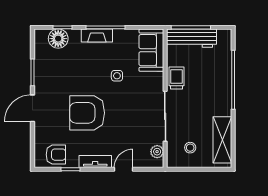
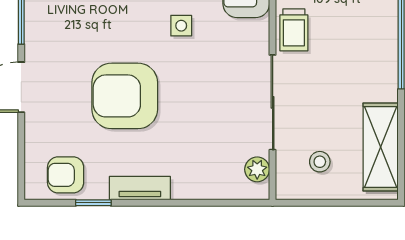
trolley: (176, 78) -> (294, 30), turned 180
armchair: (56, 155) -> (66, 175), turned 180
door: (124, 169) -> (194, 203), removed

